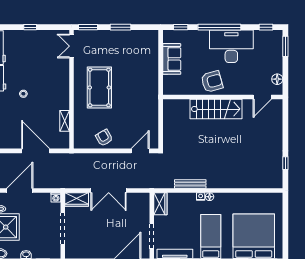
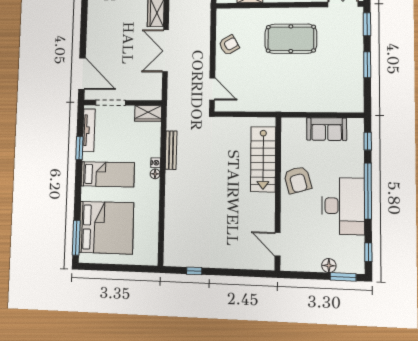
floor lamp: (277, 79) -> (329, 266), moved
stairs: (216, 109) -> (263, 159), moved

